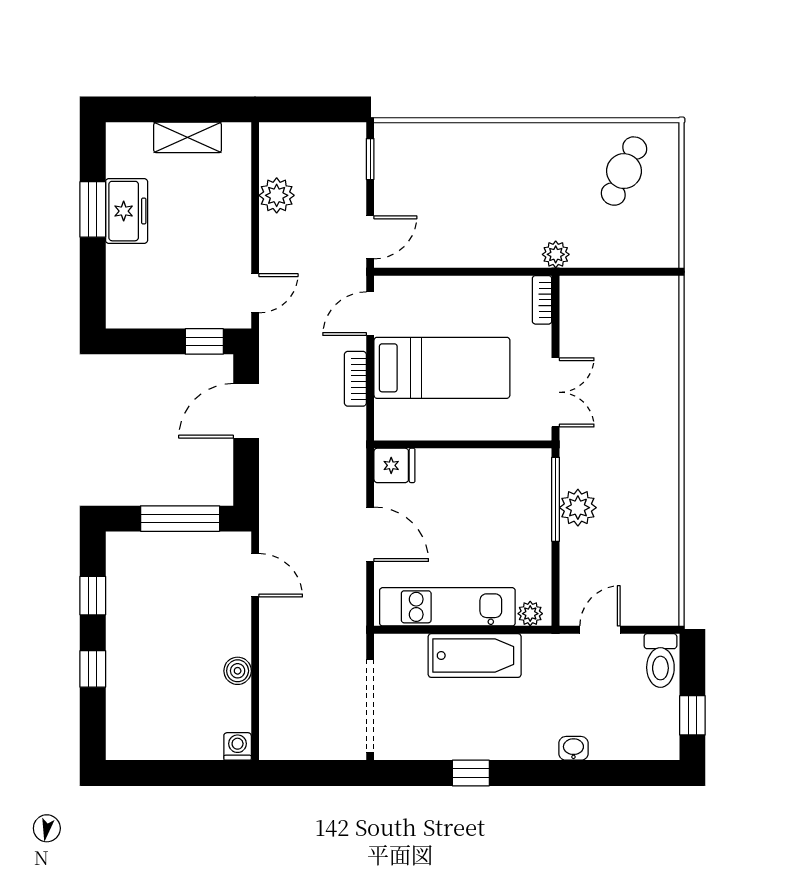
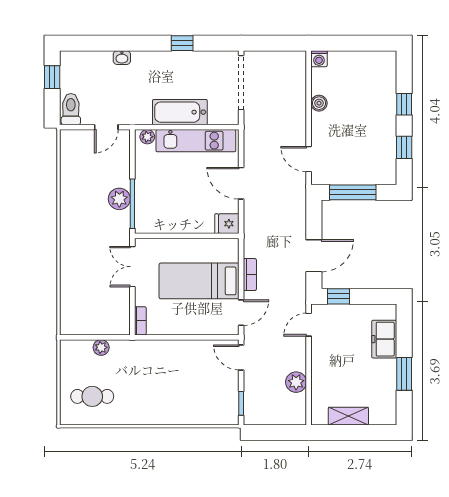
cafe table: (624, 171) -> (92, 396), turned 65
freezer: (127, 211) -> (384, 339), moved
door: (370, 237) -> (241, 357), hinge flipped
plant: (556, 254) -> (101, 347), moved

